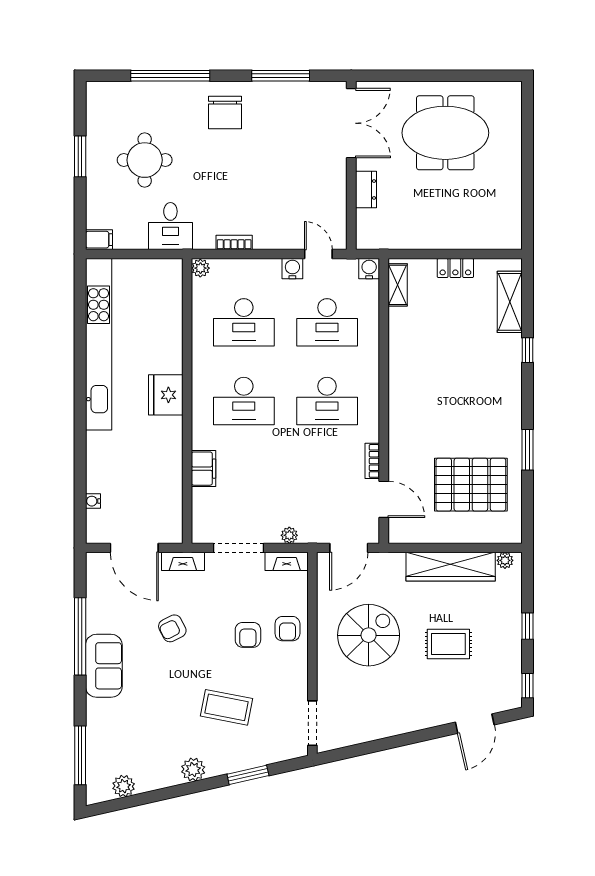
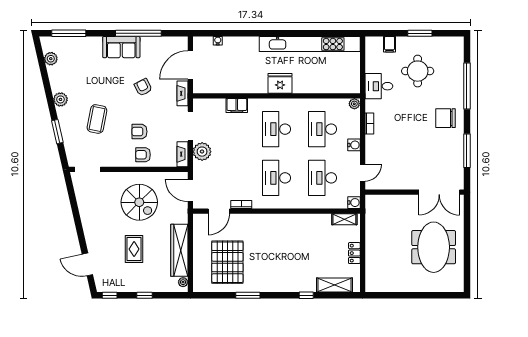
dresser: (366, 189) -> (400, 201), removed
filing cabinet: (99, 240) -> (389, 44), moved
water cooler: (292, 269) -> (354, 145), moved
plant: (289, 535) -> (202, 152), width x1.88, depth x1.88

